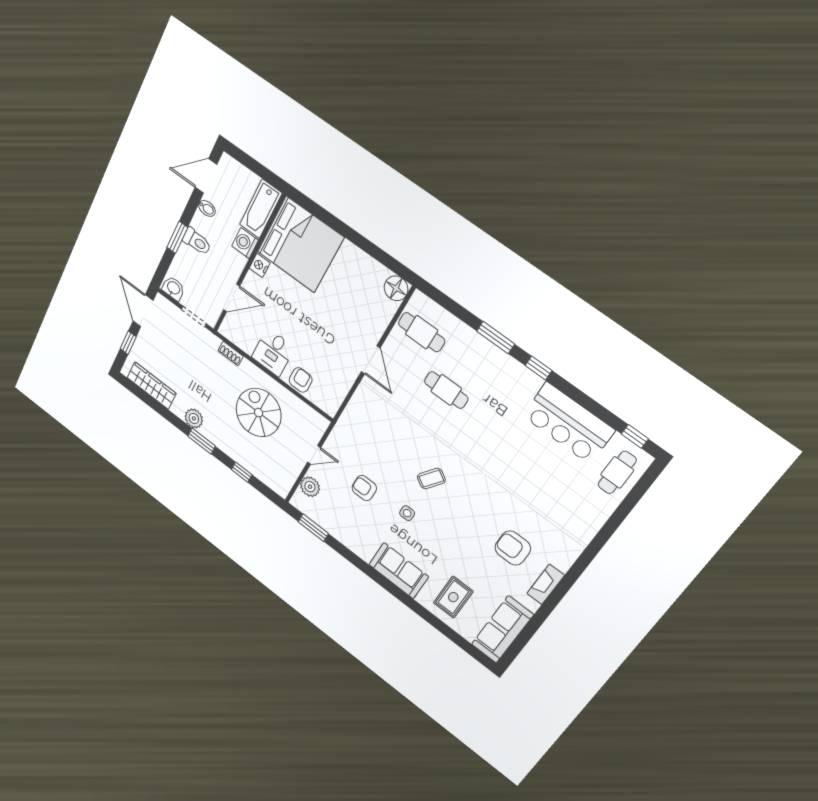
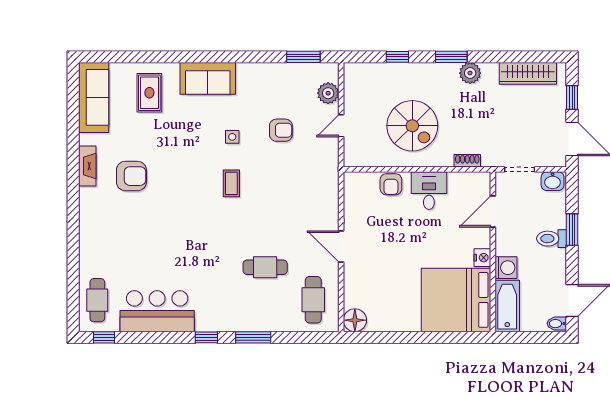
bidet: (207, 208) -> (557, 324), moved
cafe table: (422, 332) -> (313, 300), turned 90
coffee table: (431, 479) -> (231, 183), turned -34

